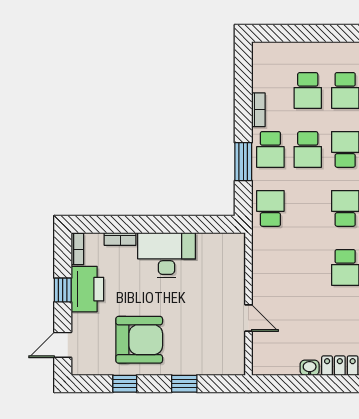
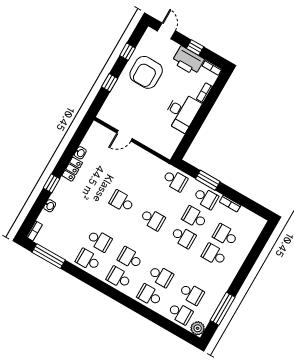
school desk: (270, 149) -> (206, 198), turned 180

